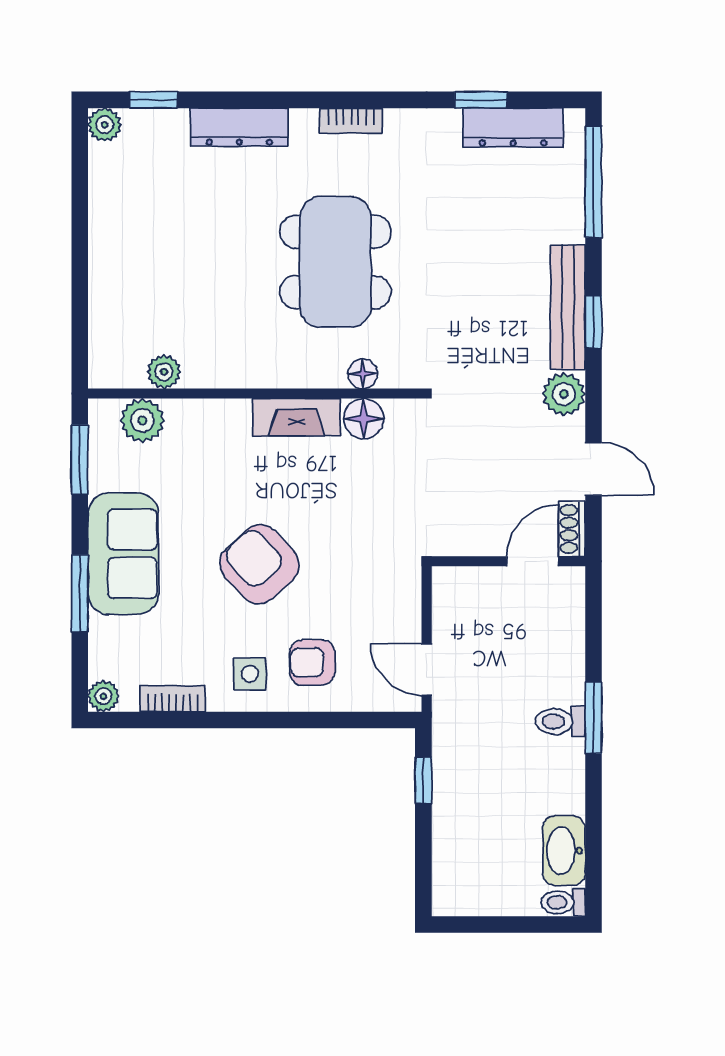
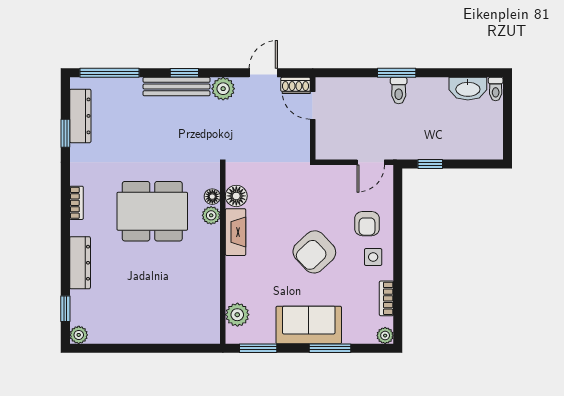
plant: (164, 372) -> (211, 215), moved

